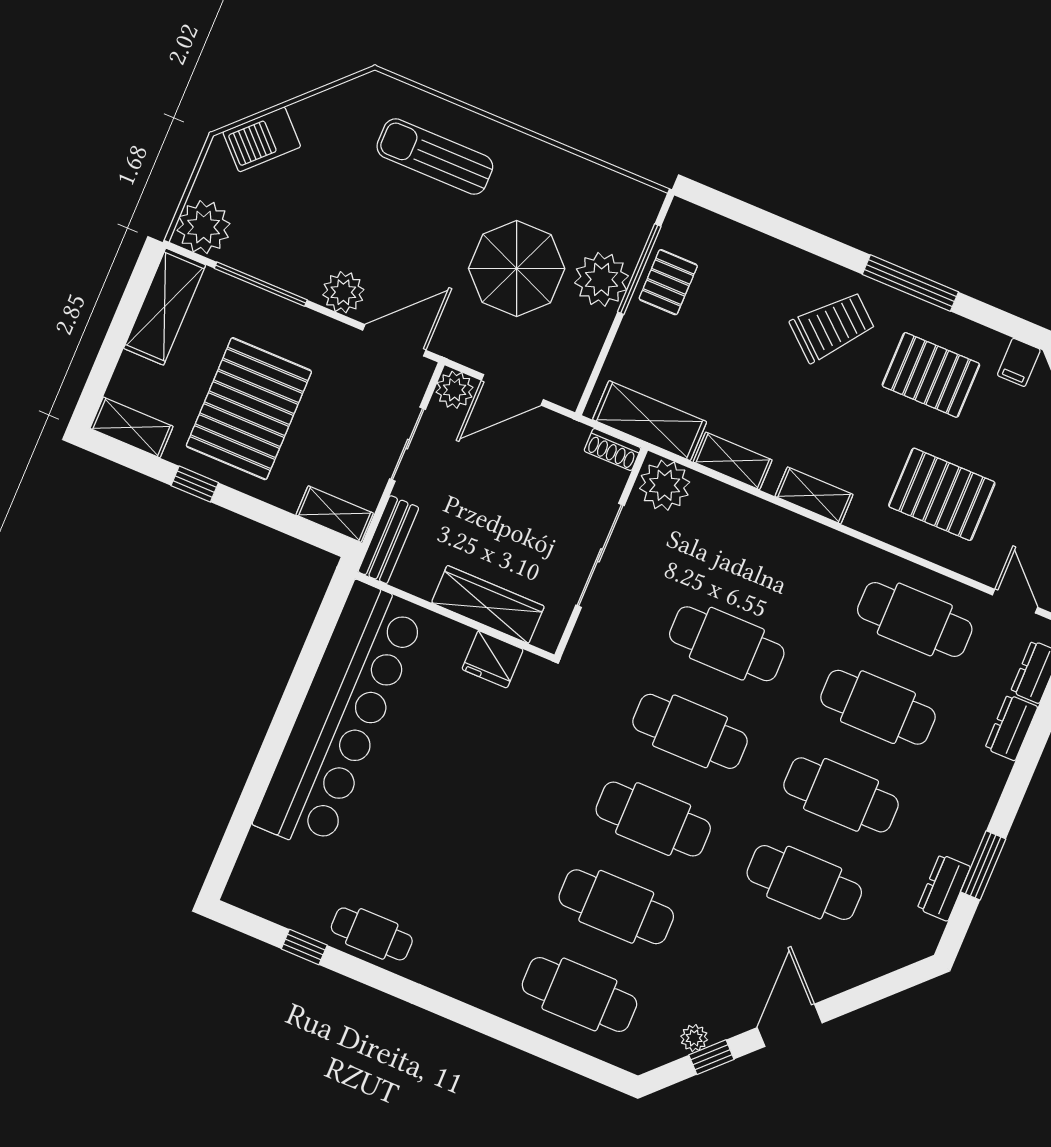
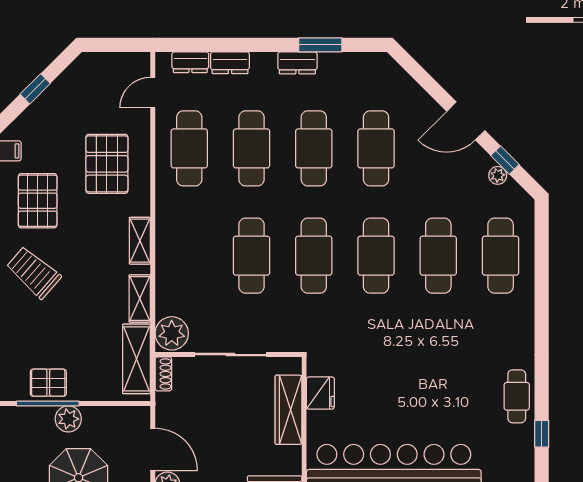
plant: (602, 279) -> (68, 419), width x0.73, depth x0.73
dresser: (944, 888) -> (297, 63), moved

